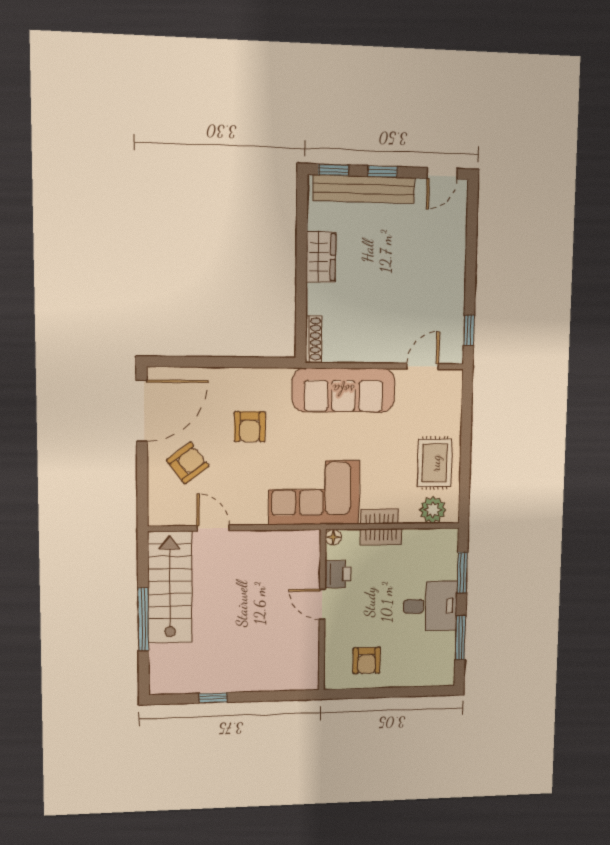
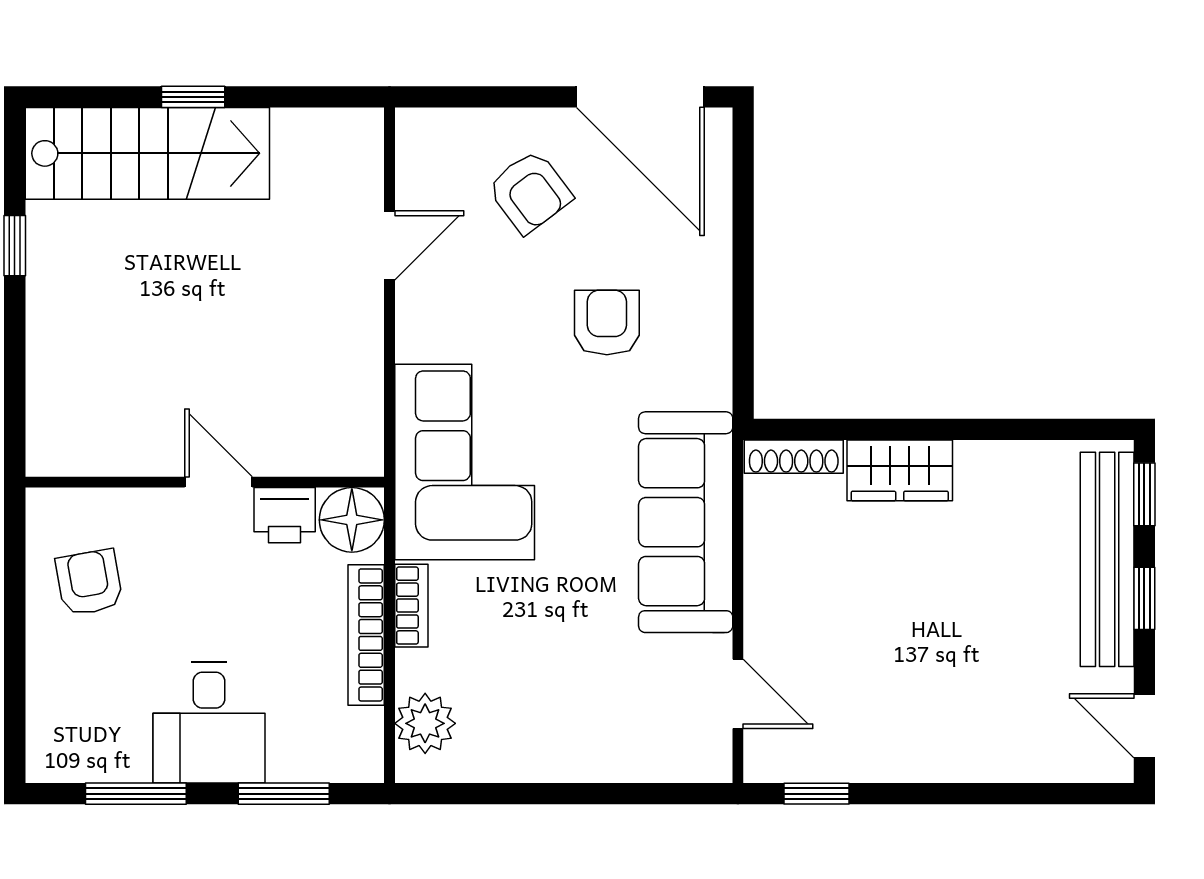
wardrobe: (321, 257) -> (900, 470), moved
armchair: (250, 427) -> (607, 322), turned 90
rug: (435, 463) -> (528, 726), removed
floor lamp: (333, 537) -> (352, 520), width x1.89, depth x1.89
bookcase: (381, 537) -> (366, 635), width x1.56
stairs: (170, 587) -> (147, 153), moved
door: (322, 604) -> (219, 482), hinge flipped
window: (143, 619) -> (193, 97), width x0.46
armchair: (367, 660) -> (89, 582), turned 80

